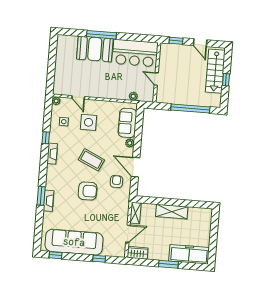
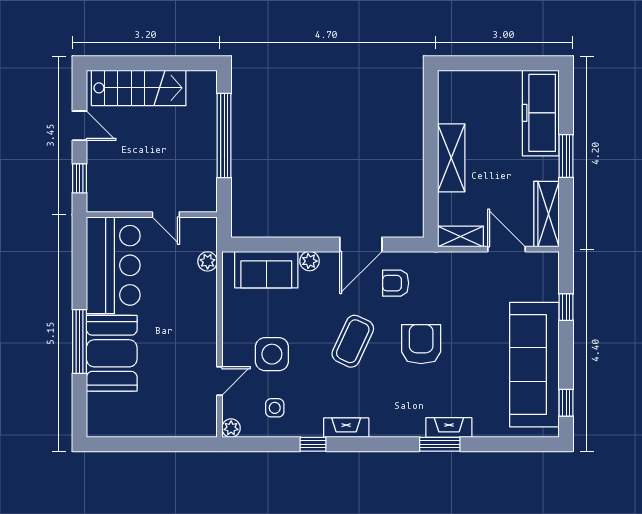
door: (200, 43) -> (79, 126), hinge flipped
door: (156, 79) -> (166, 215), hinge flipped
window: (226, 80) -> (155, 63), removed
wardrobe: (138, 253) -> (547, 214), width x1.50

